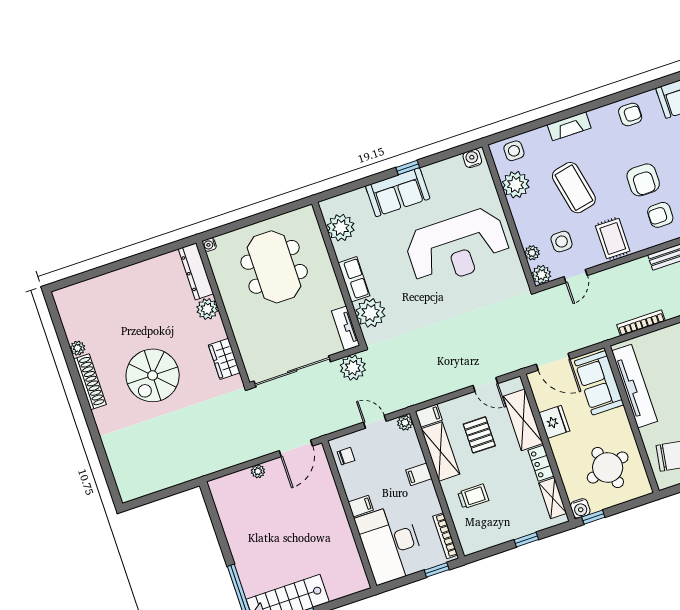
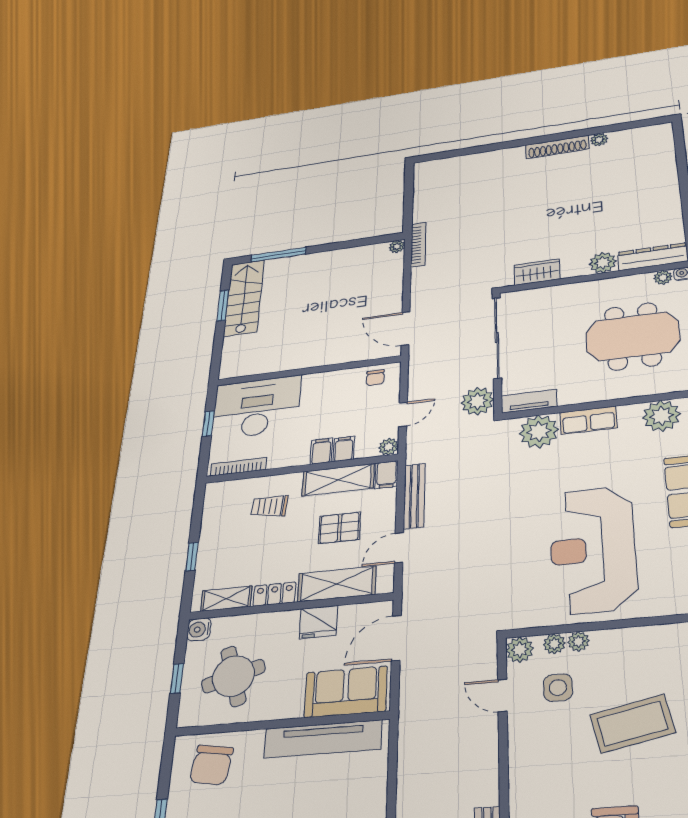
plant: (516, 185) -> (578, 641), moved, width x0.53, depth x0.53
rug: (613, 239) -> (540, 761), removed
plant: (215, 258) -> (663, 277), added
bookcase: (641, 323) -> (418, 245), moved
spiral stairs: (153, 375) -> (543, 203), removed
bench: (442, 388) -> (414, 496), added
plant: (258, 471) -> (397, 246), moved
trolley: (473, 496) -> (270, 506), turned 95
filing cabinet: (361, 506) -> (344, 449), moved, turned 180
window: (593, 517) -> (177, 679), moved
window: (437, 570) -> (208, 424), moved

